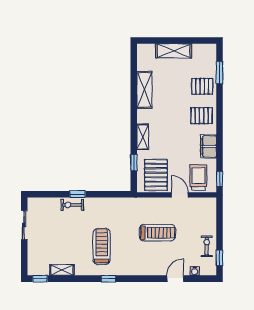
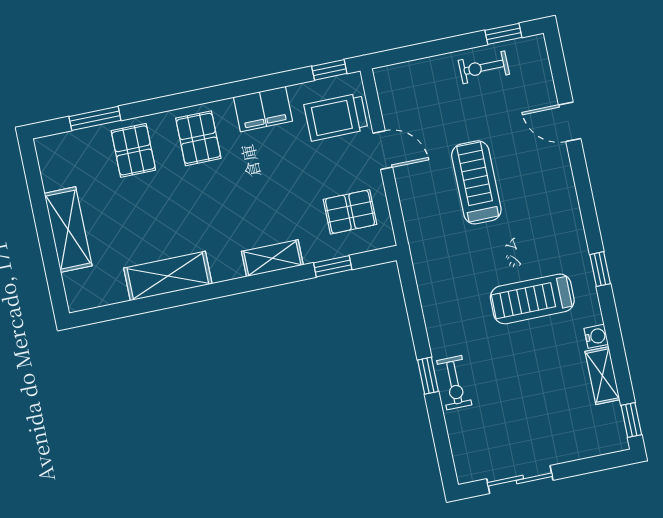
pallet: (156, 175) -> (350, 212), width x0.67, depth x0.71
door: (180, 195) -> (383, 150), swing flipped
water cooler: (195, 271) -> (596, 336), moved

